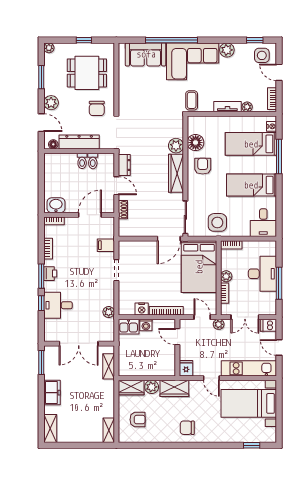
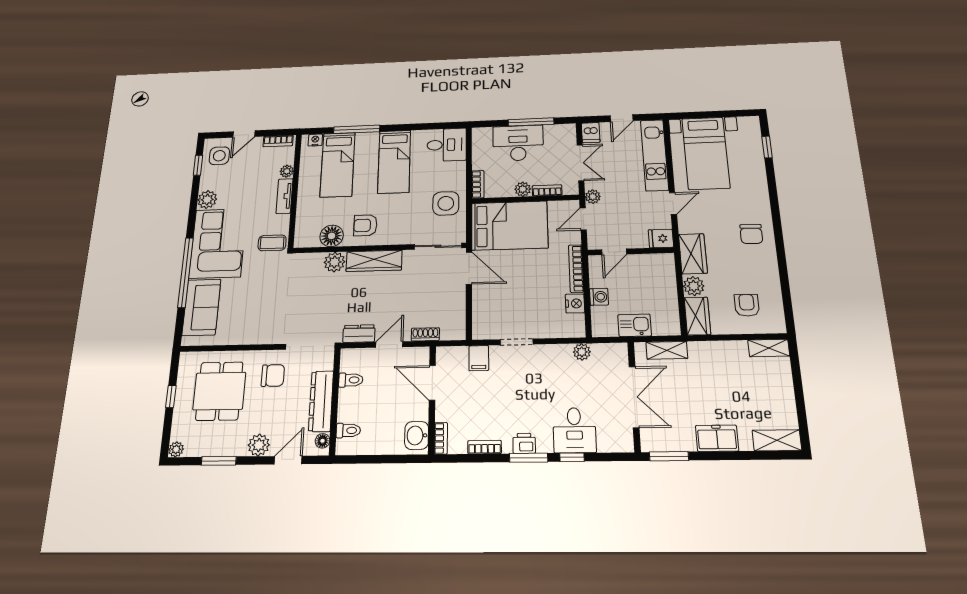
toilet: (82, 161) -> (348, 430), moved
kitchen sink: (129, 327) -> (635, 325), moved, turned -90

